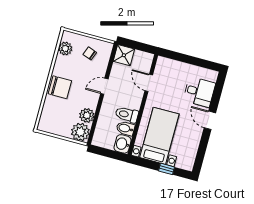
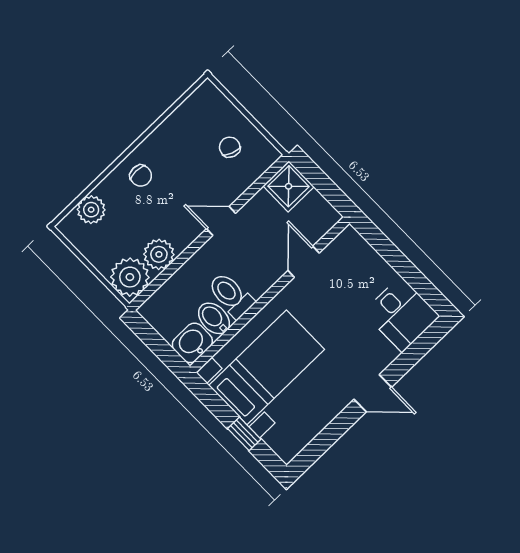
plant: (65, 49) -> (91, 210), moved
chair: (60, 87) -> (141, 176), width x0.54, depth x0.54
desk: (199, 92) -> (401, 314), moved
door: (210, 120) -> (373, 393), swing flipped

